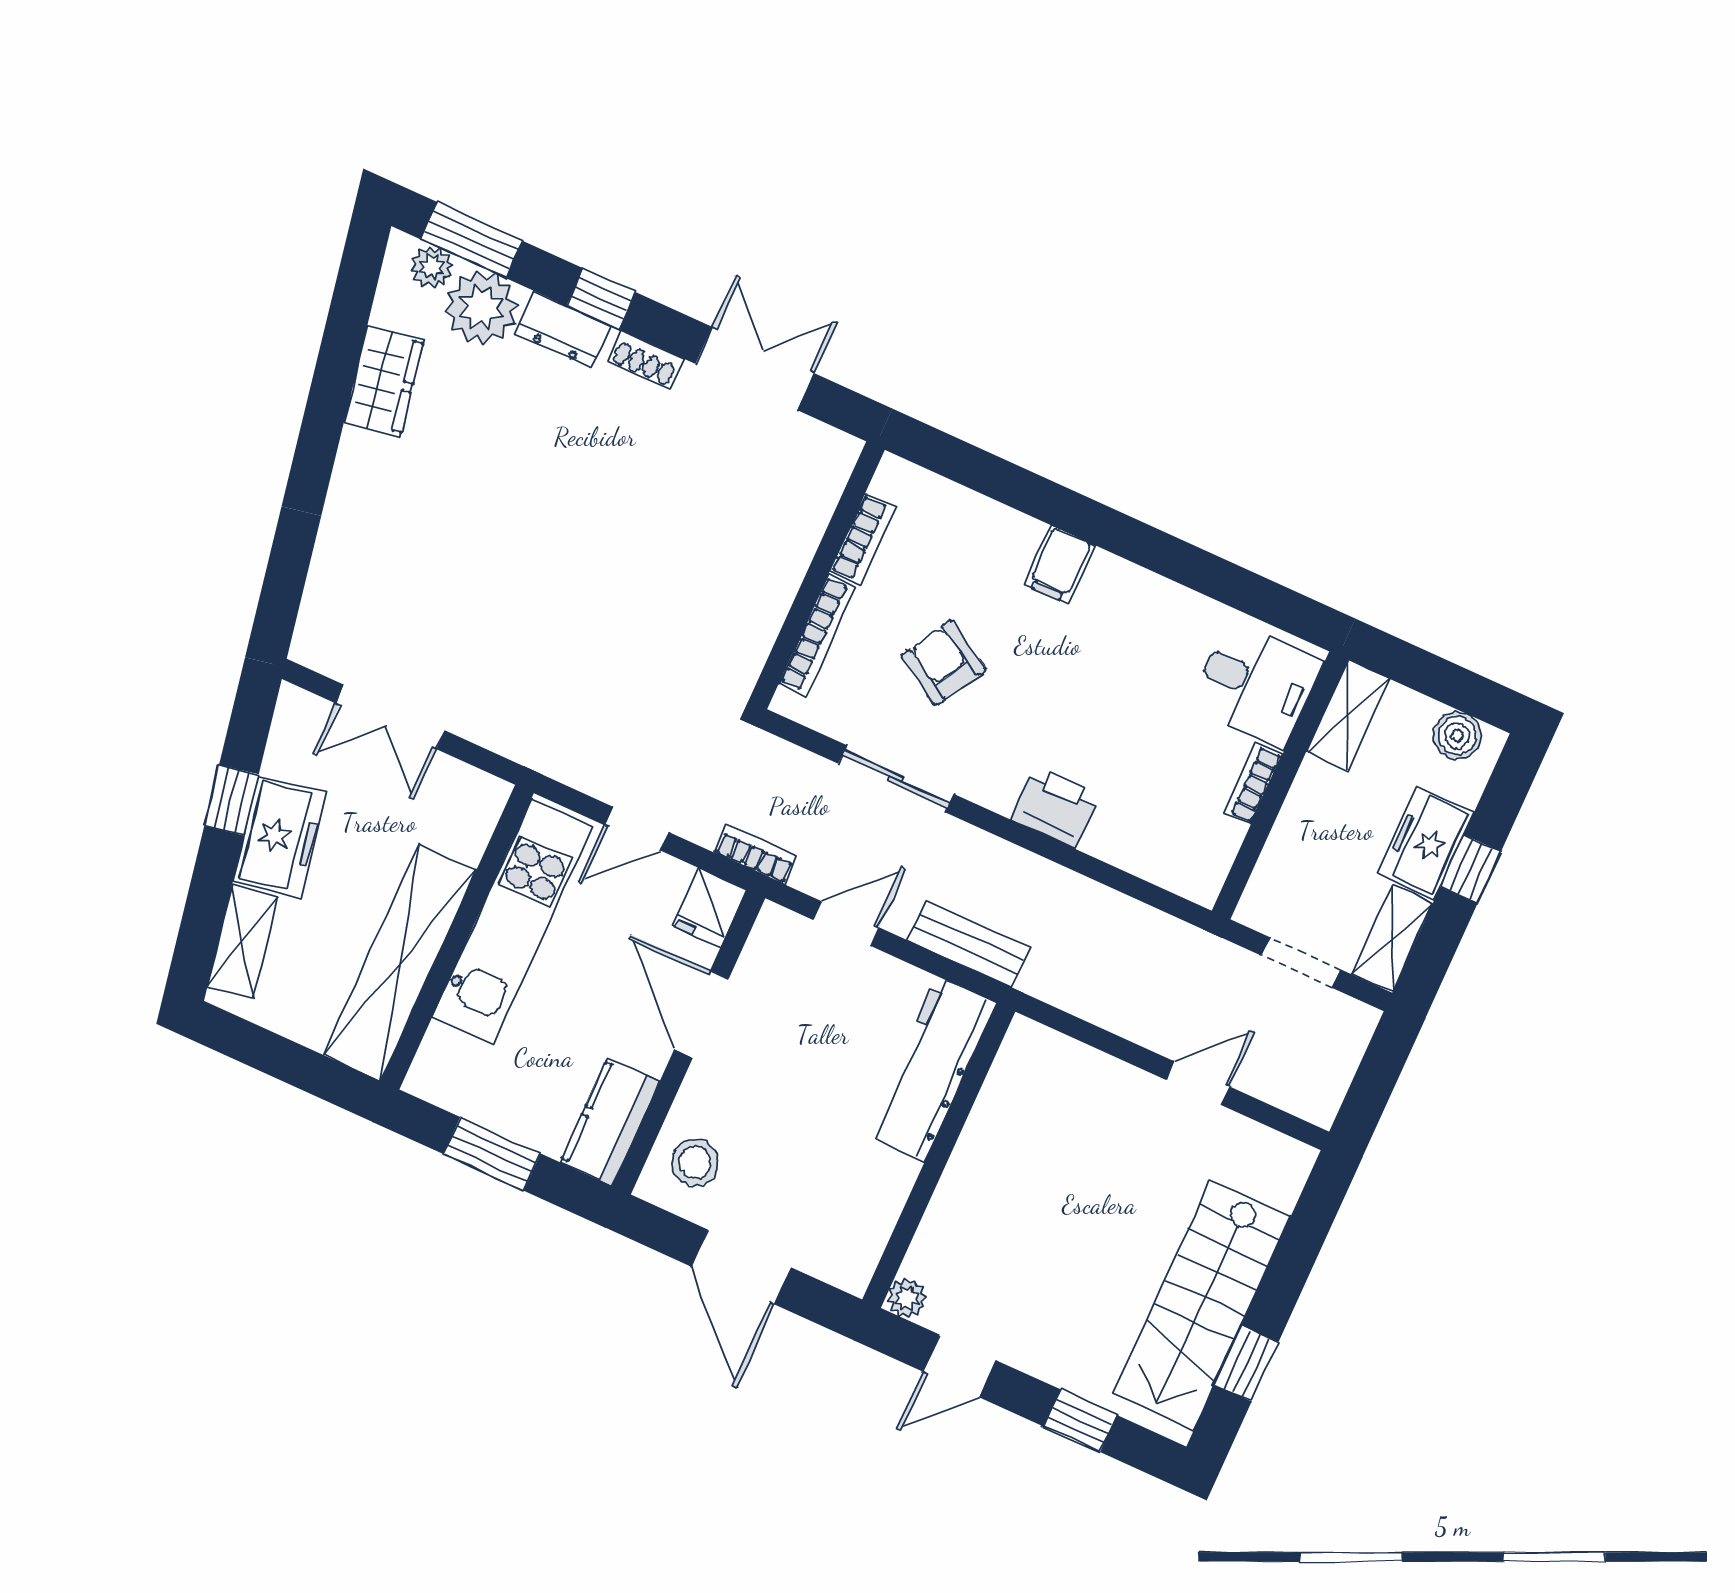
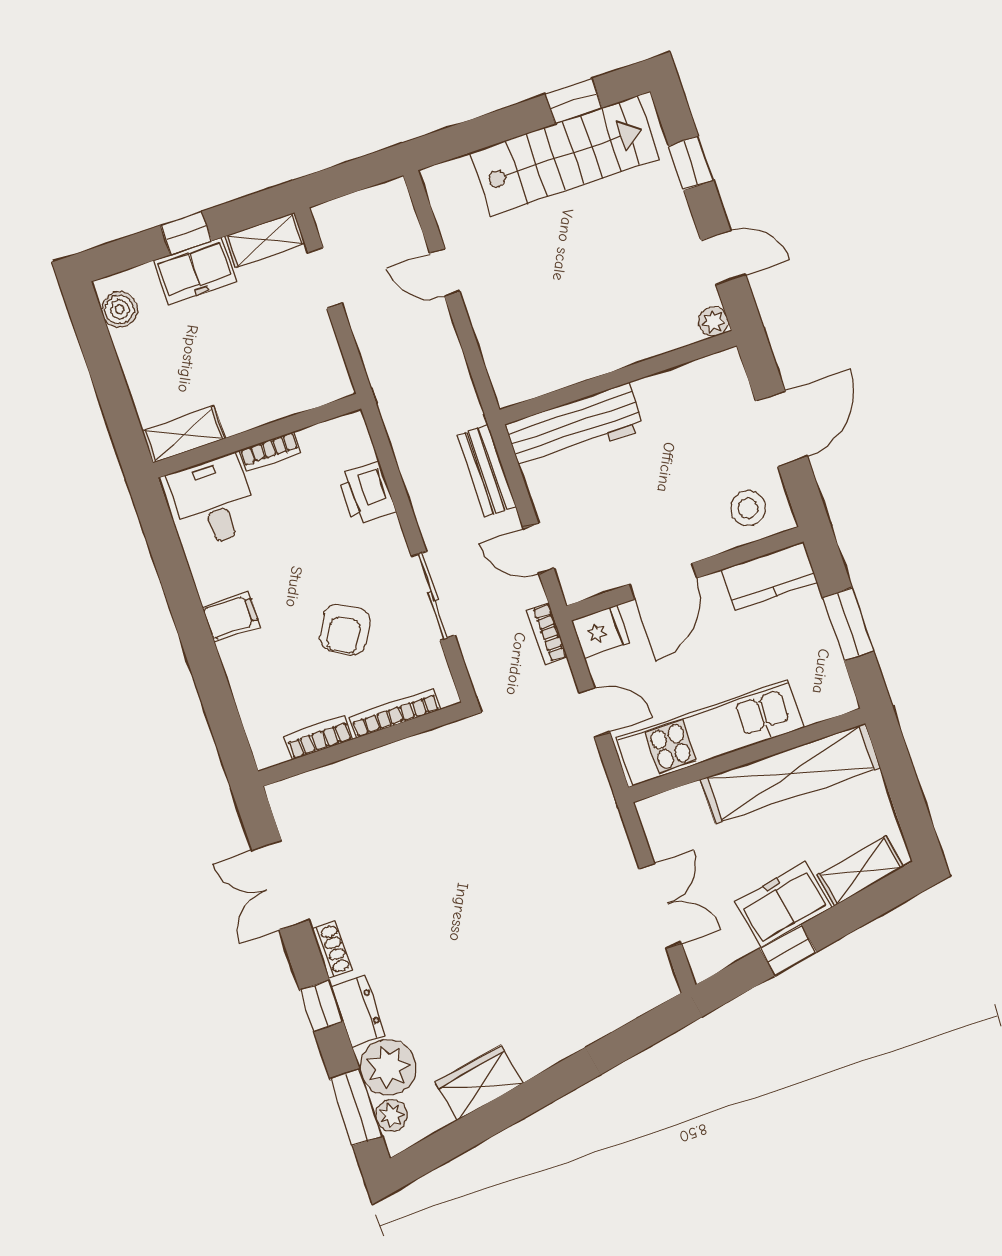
desk: (1256, 684) -> (214, 501), moved
shelving: (1348, 715) -> (183, 435), moved
bookcase: (1253, 783) -> (270, 452), moved
wall: (1280, 785) -> (257, 436), moved

